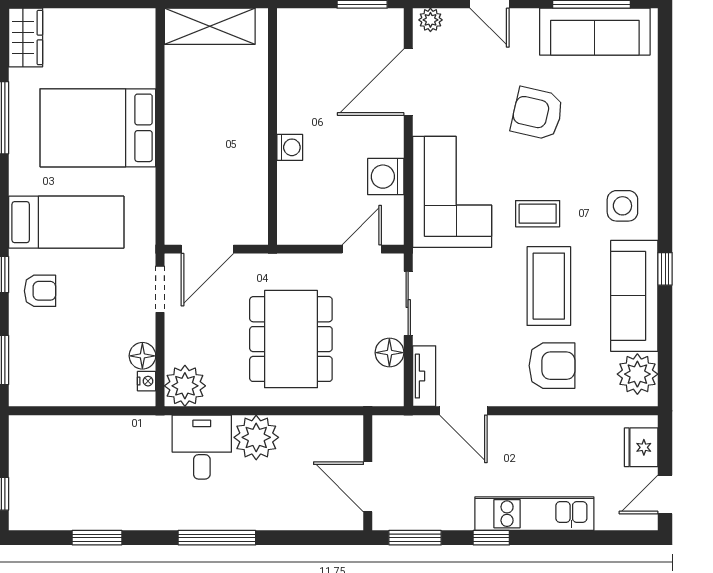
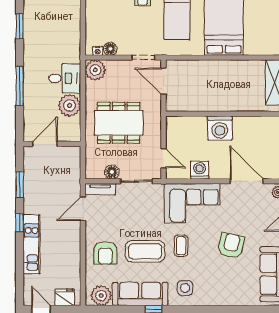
washing machine: (290, 147) -> (220, 128), width x1.89, depth x1.89
wall: (368, 473) -> (52, 144), moved
door: (368, 487) -> (45, 144), moved

